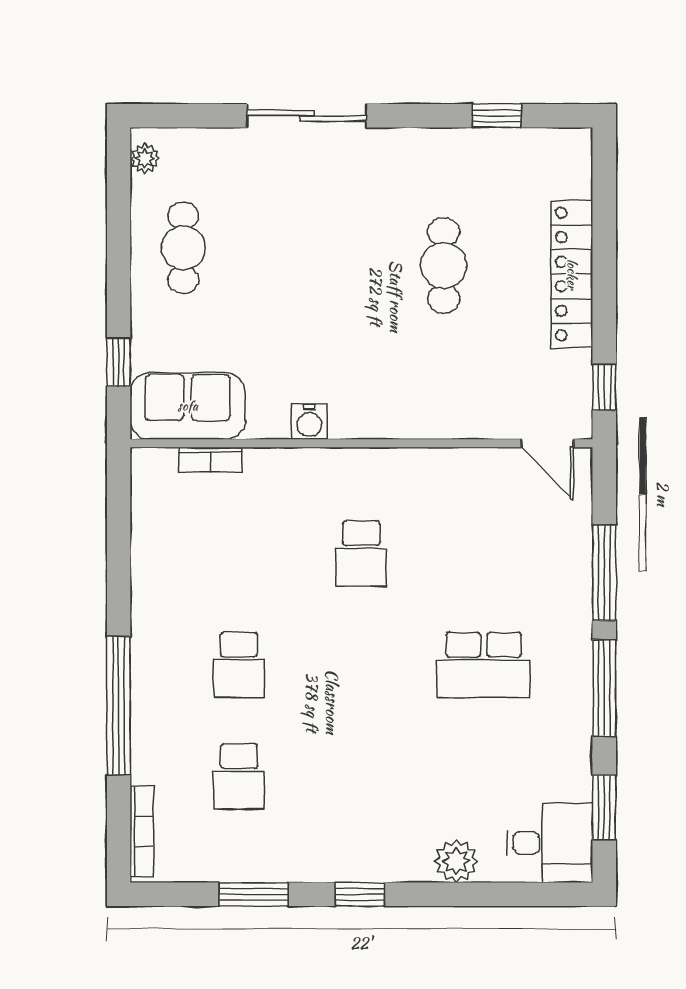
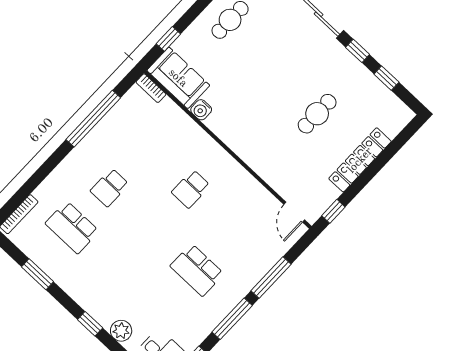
window: (416, 116) -> (358, 51), added
water cooler: (309, 422) -> (201, 110), moved
bookcase: (210, 460) -> (151, 88), moved
window: (119, 706) -> (93, 119), moved
school desk: (239, 776) -> (72, 227), width x1.85
window: (360, 894) -> (90, 324), moved

